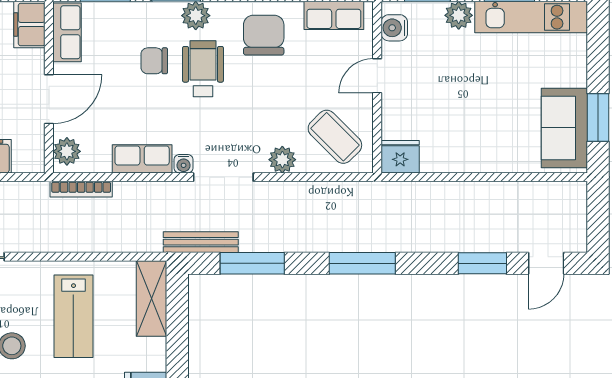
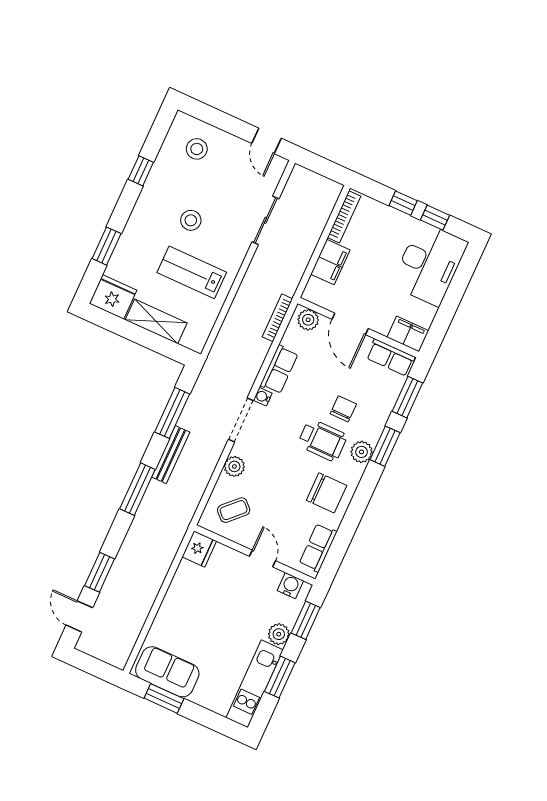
coffee table: (335, 137) -> (234, 510), width x0.73, depth x0.77
bench: (201, 242) -> (171, 455), moved
shelving: (152, 298) -> (156, 321), moved

